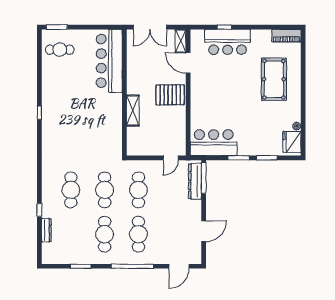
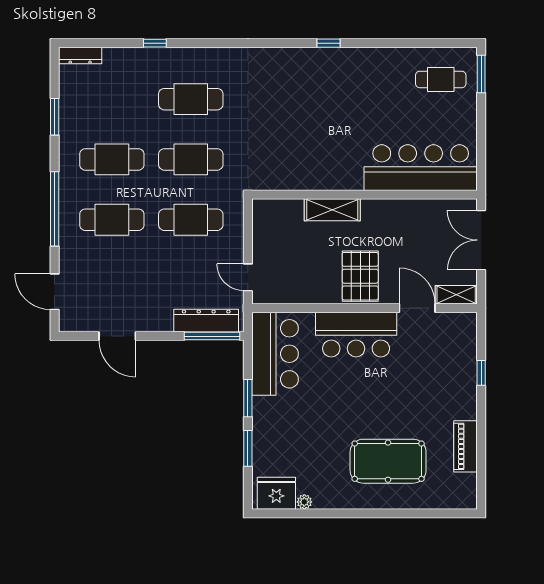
piano: (286, 36) -> (465, 446), moved
bar counter: (228, 42) -> (356, 335), moved, turned -90
cafe table: (60, 50) -> (441, 79), turned 90
door: (188, 63) -> (417, 308), hinge flipped
dresser: (46, 230) -> (80, 56), moved

